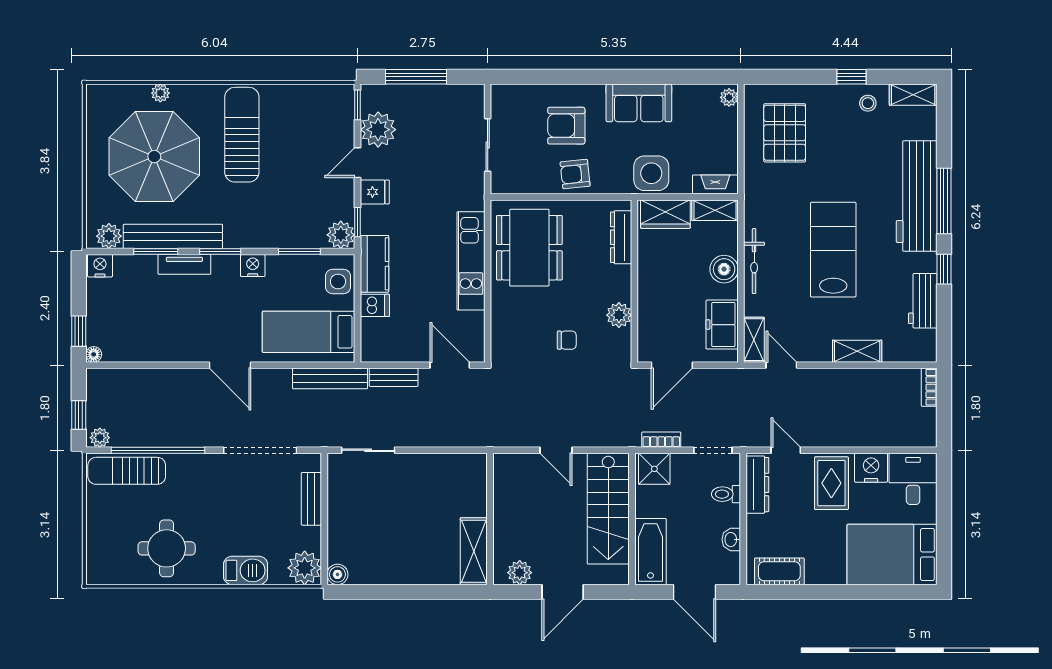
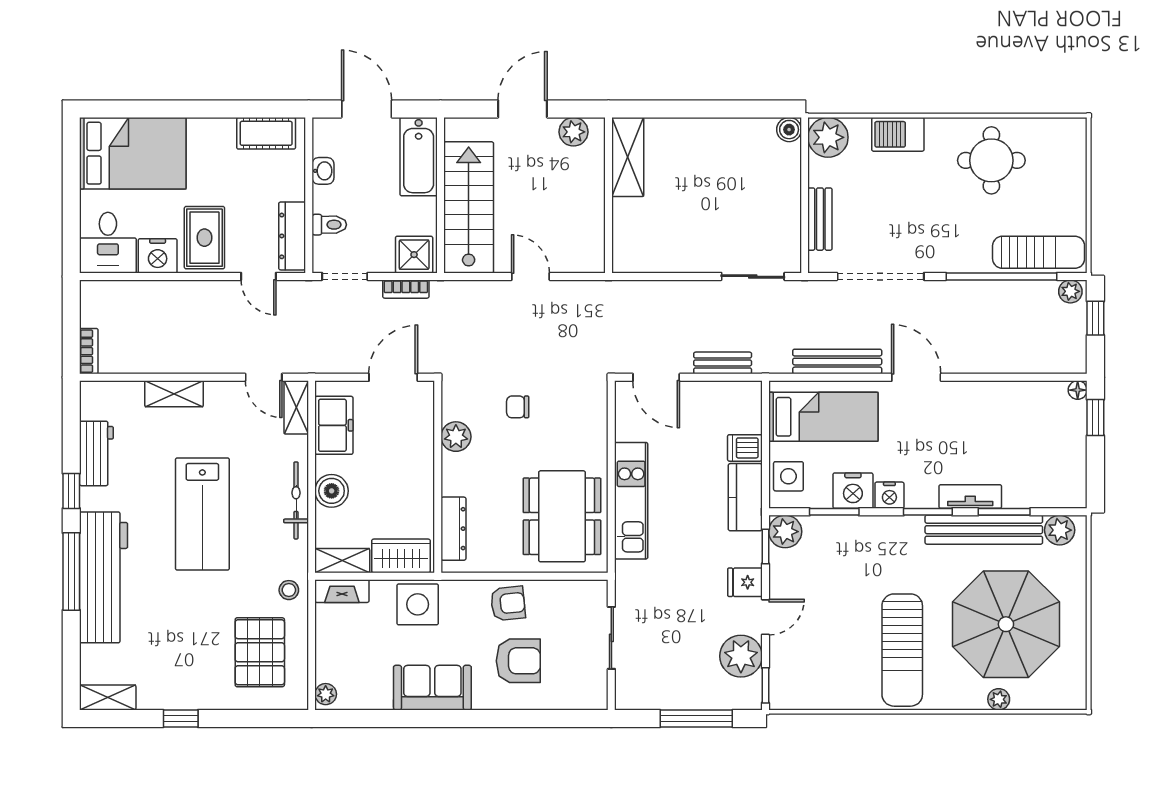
stool: (868, 103) -> (289, 590), moved
nightstand: (100, 266) -> (853, 491), moved, width x1.36, depth x1.33
bench: (330, 378) -> (837, 362), moved

